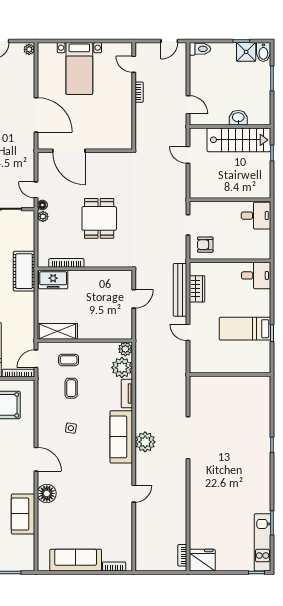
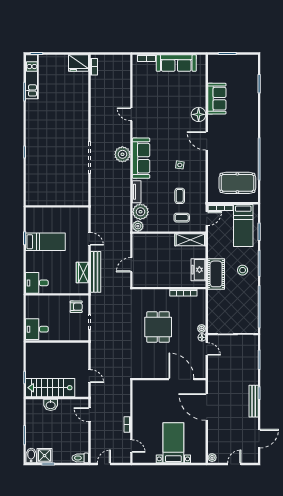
cot: (24, 271) -> (216, 274), moved
freezer: (53, 280) -> (198, 270), moved, turned -90
door: (134, 494) -> (131, 114), hinge flipped

